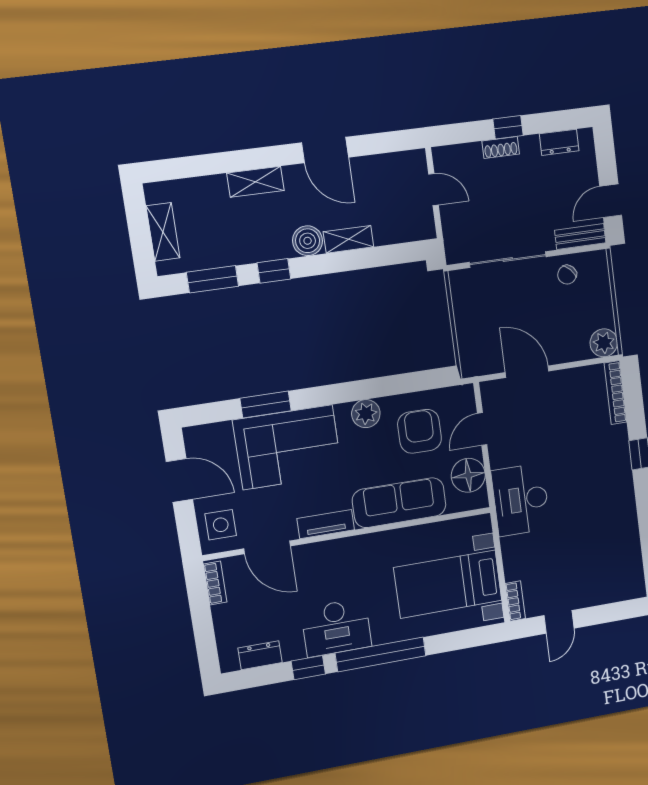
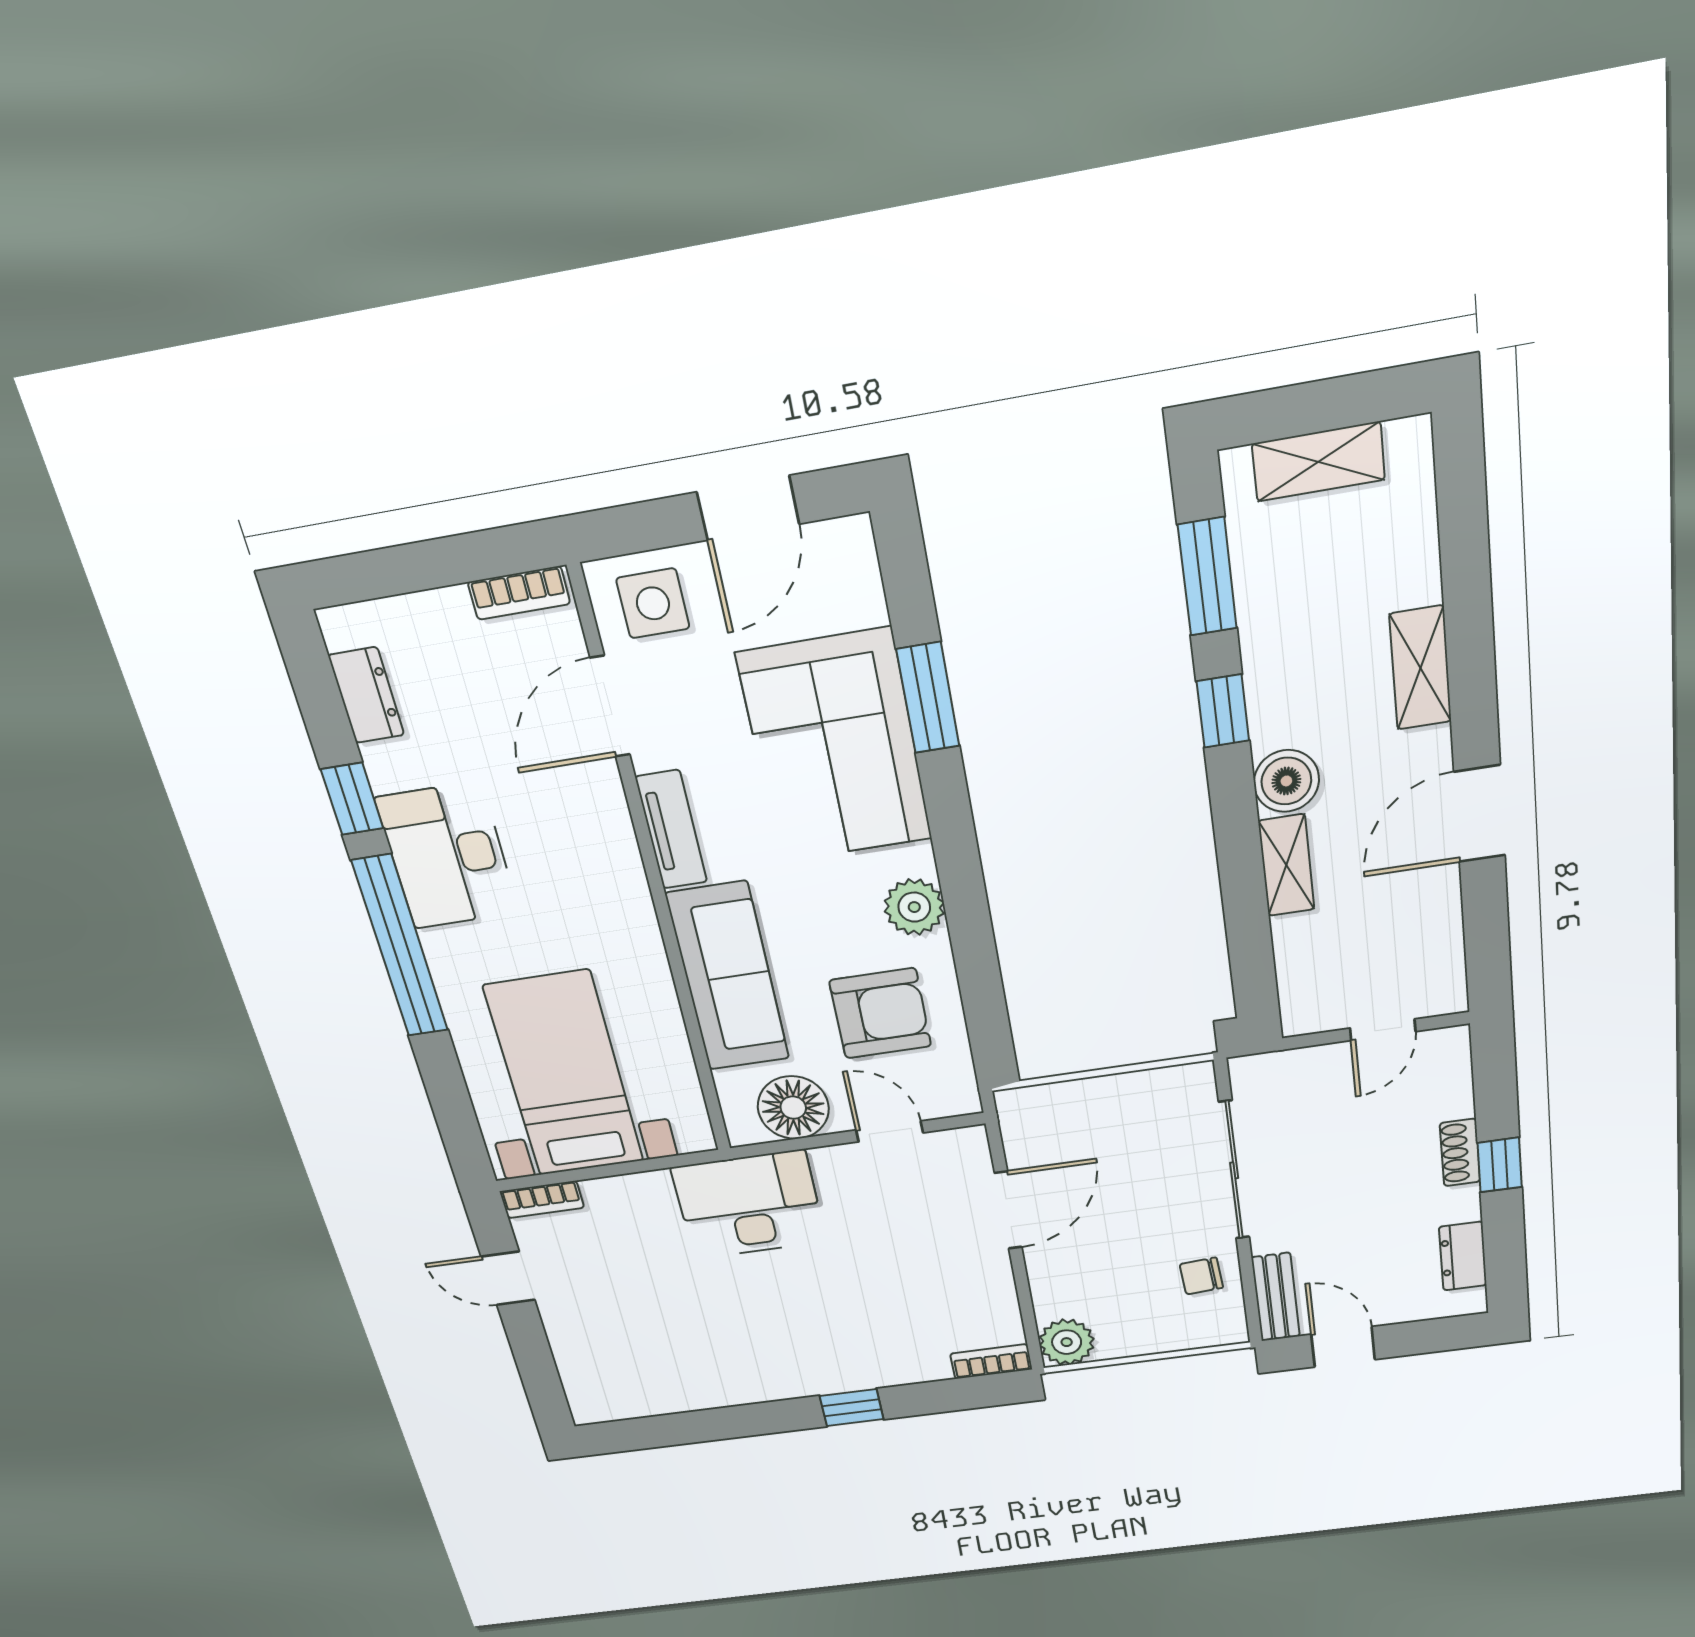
chair: (567, 275) -> (1201, 1276), turned -50
bookcase: (616, 393) -> (991, 1361), width x0.64

